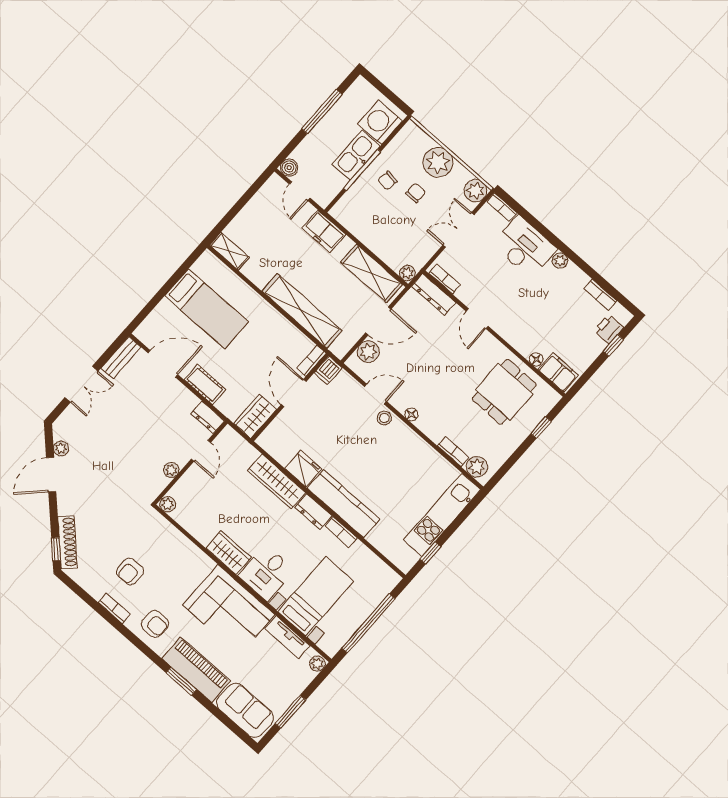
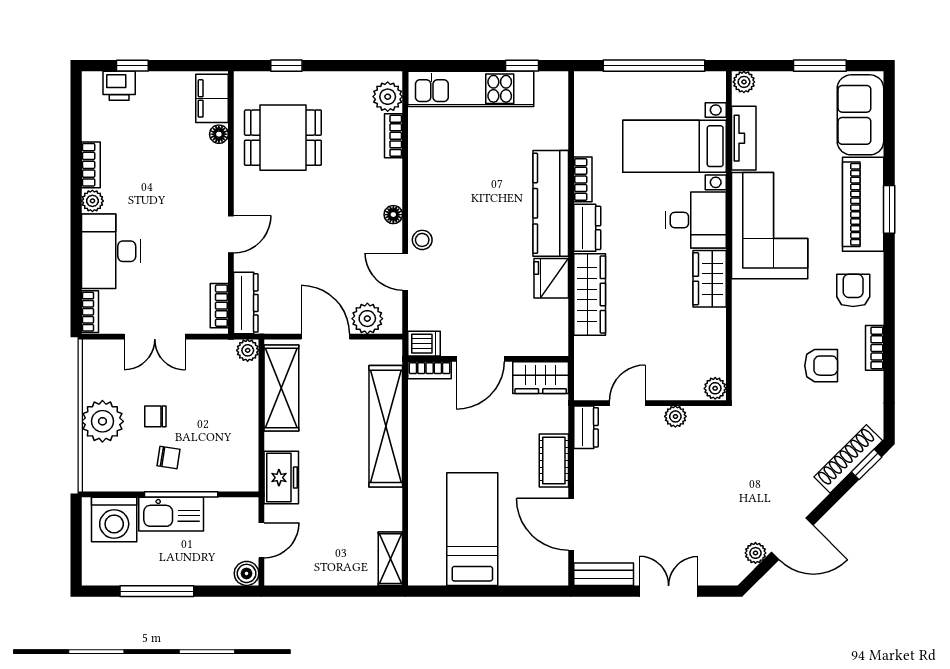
plant: (476, 191) -> (97, 355), removed
bookcase: (600, 295) -> (91, 165), moved

